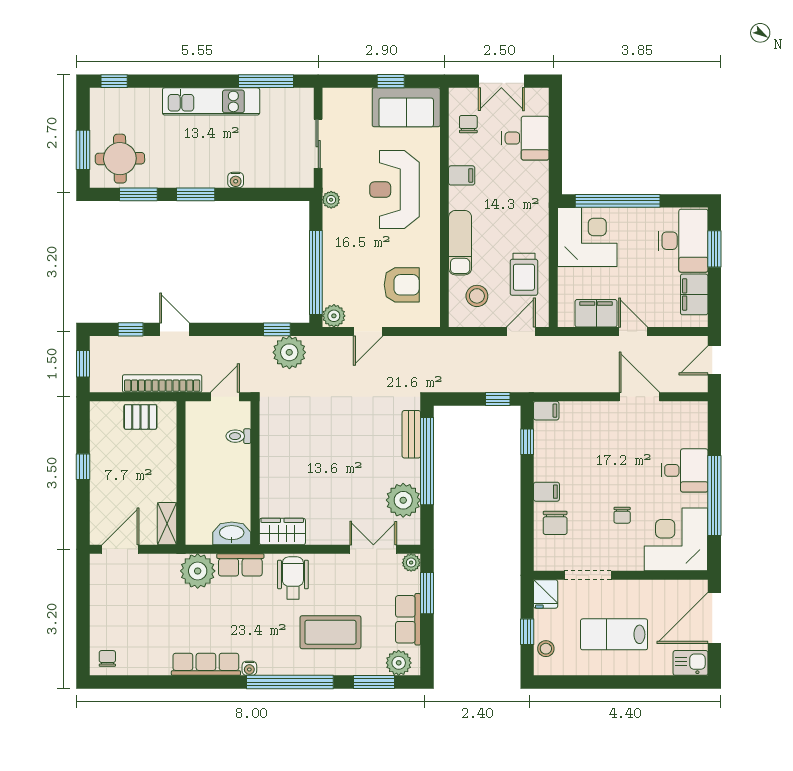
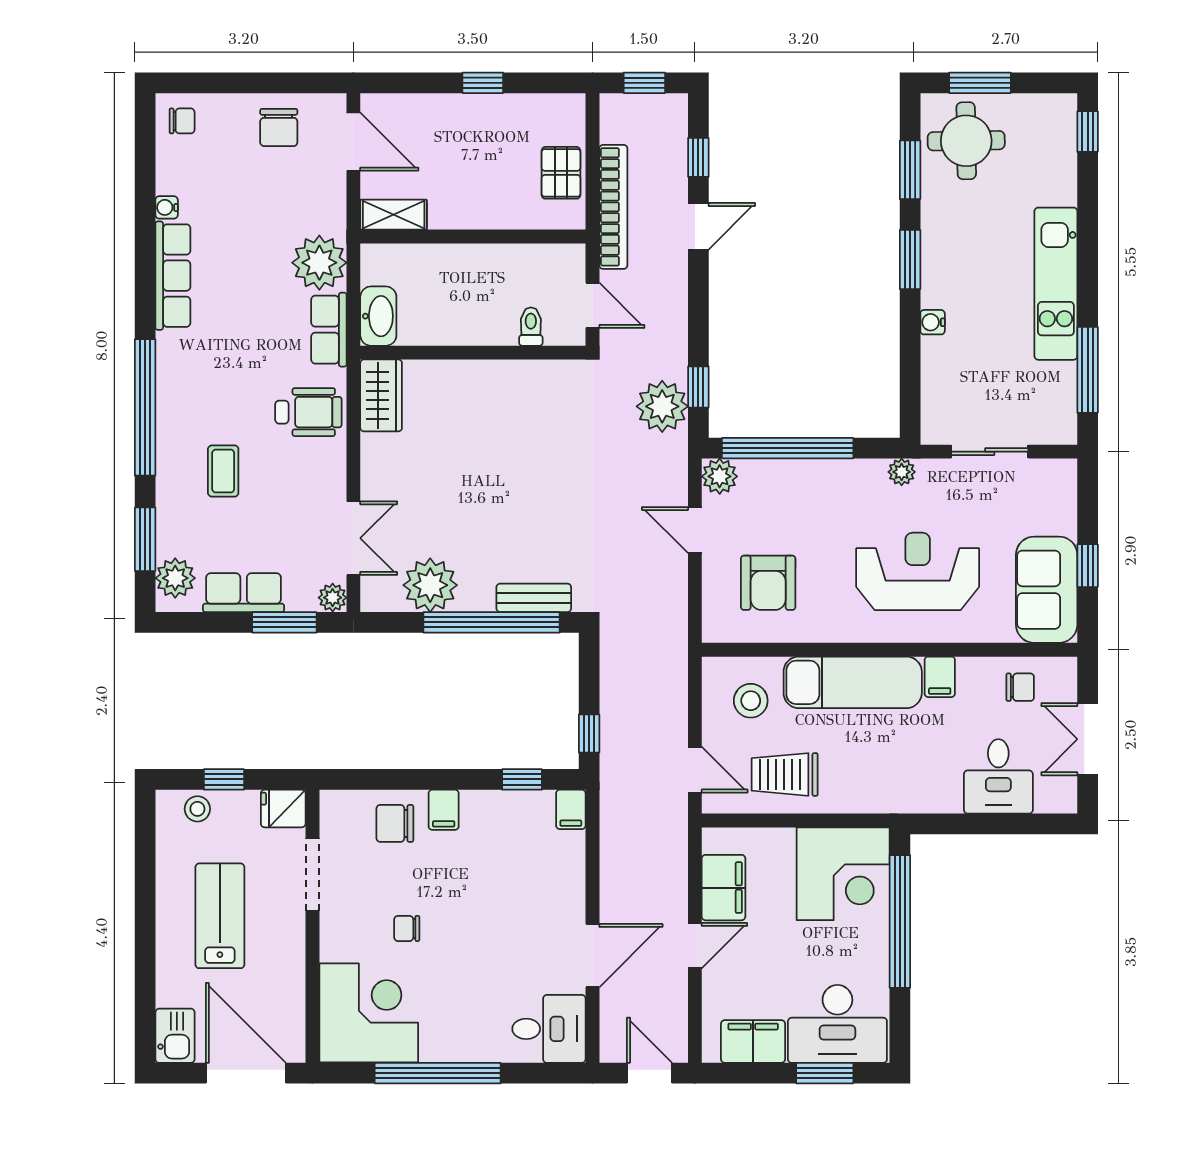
exam couch: (460, 243) -> (853, 682), width x1.36, depth x1.45
desk: (684, 470) -> (549, 1029), moved, turned -90
chair: (111, 597) -> (279, 127), added
coffee table: (330, 632) -> (223, 471), width x0.54, depth x0.58
water cooler: (249, 668) -> (167, 207), moved

